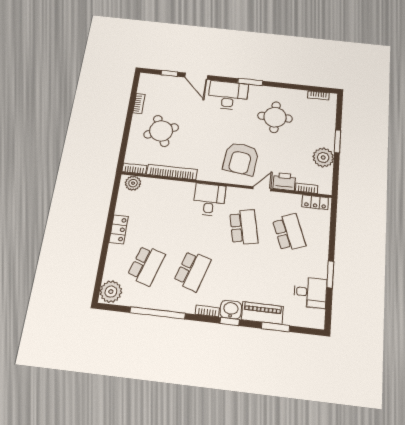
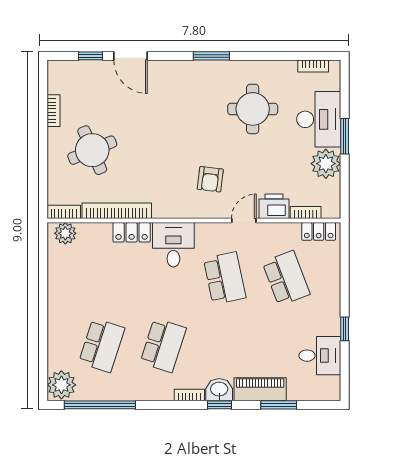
desk: (228, 95) -> (319, 119), moved, turned 90
armchair: (241, 159) -> (210, 179), width x0.53, depth x0.53
locker: (119, 229) -> (132, 232), moved, turned 90
window: (330, 274) -> (345, 329), width x0.67
window: (158, 313) -> (100, 405), moved

